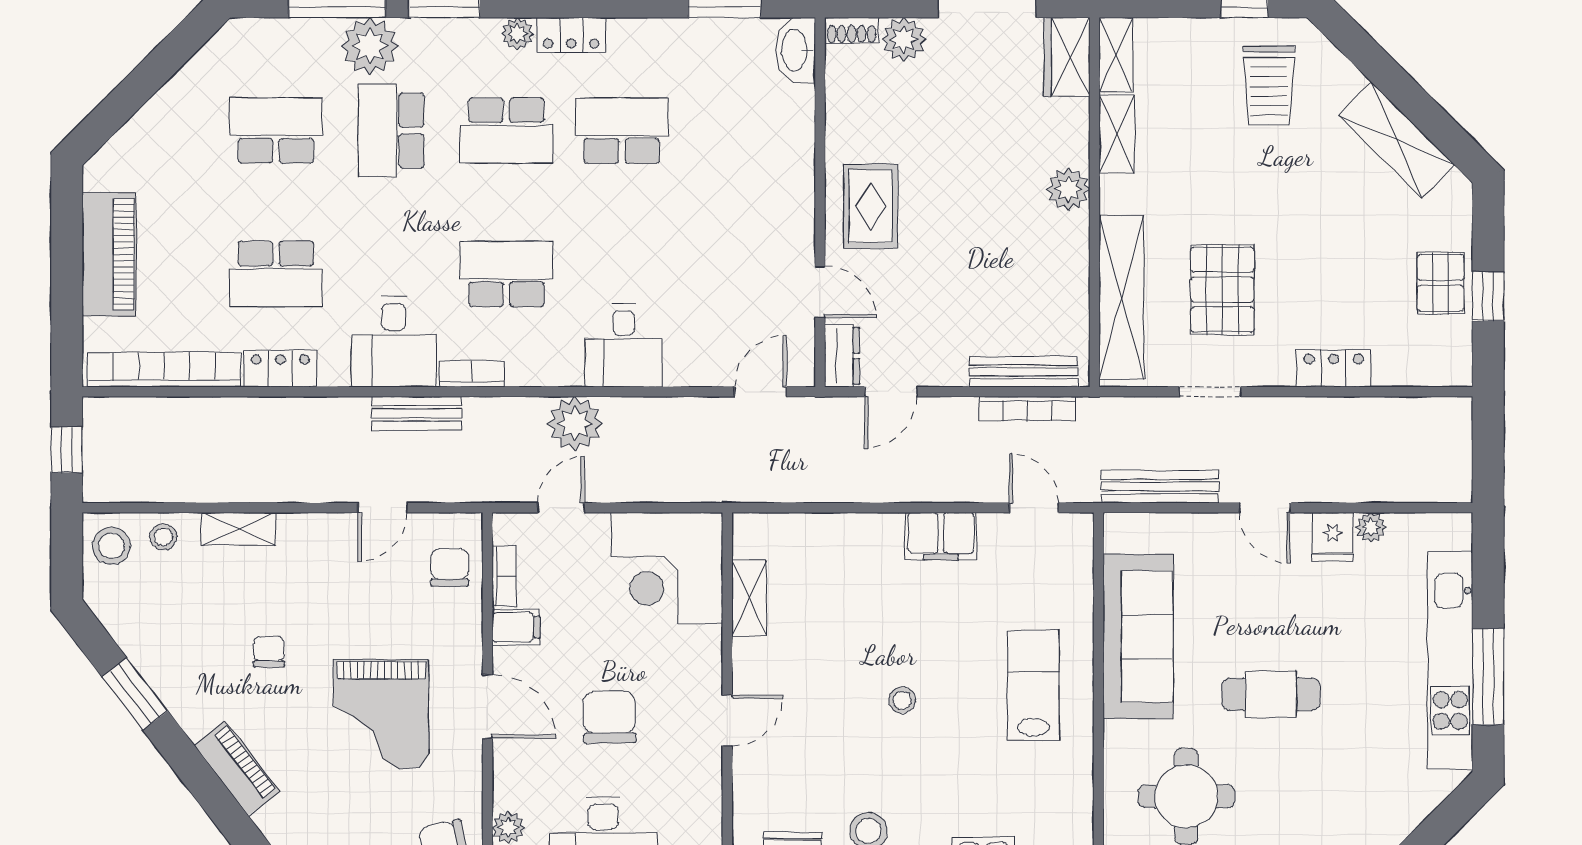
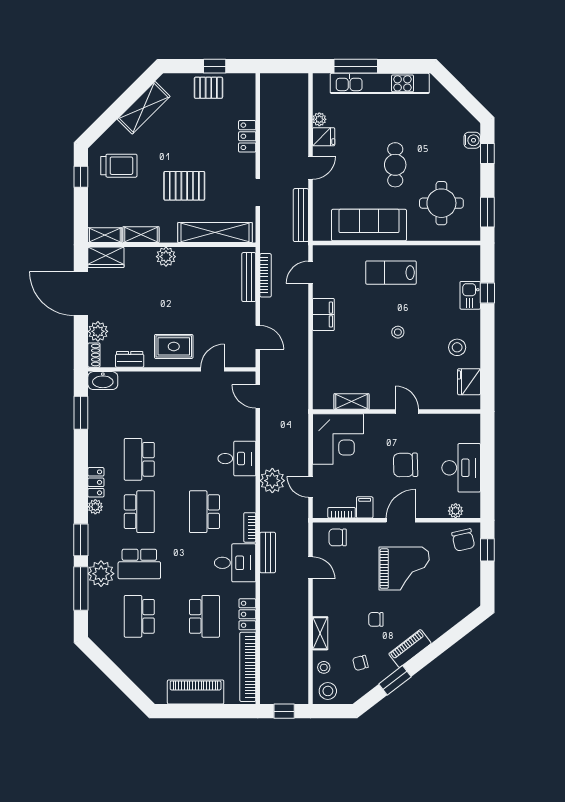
pallet: (1222, 290) -> (184, 186), moved
dresser: (842, 356) -> (130, 359), moved
chair: (173, 618) -> (360, 663), added
window: (1488, 677) -> (356, 66), moved
piano: (237, 768) -> (410, 649), moved

